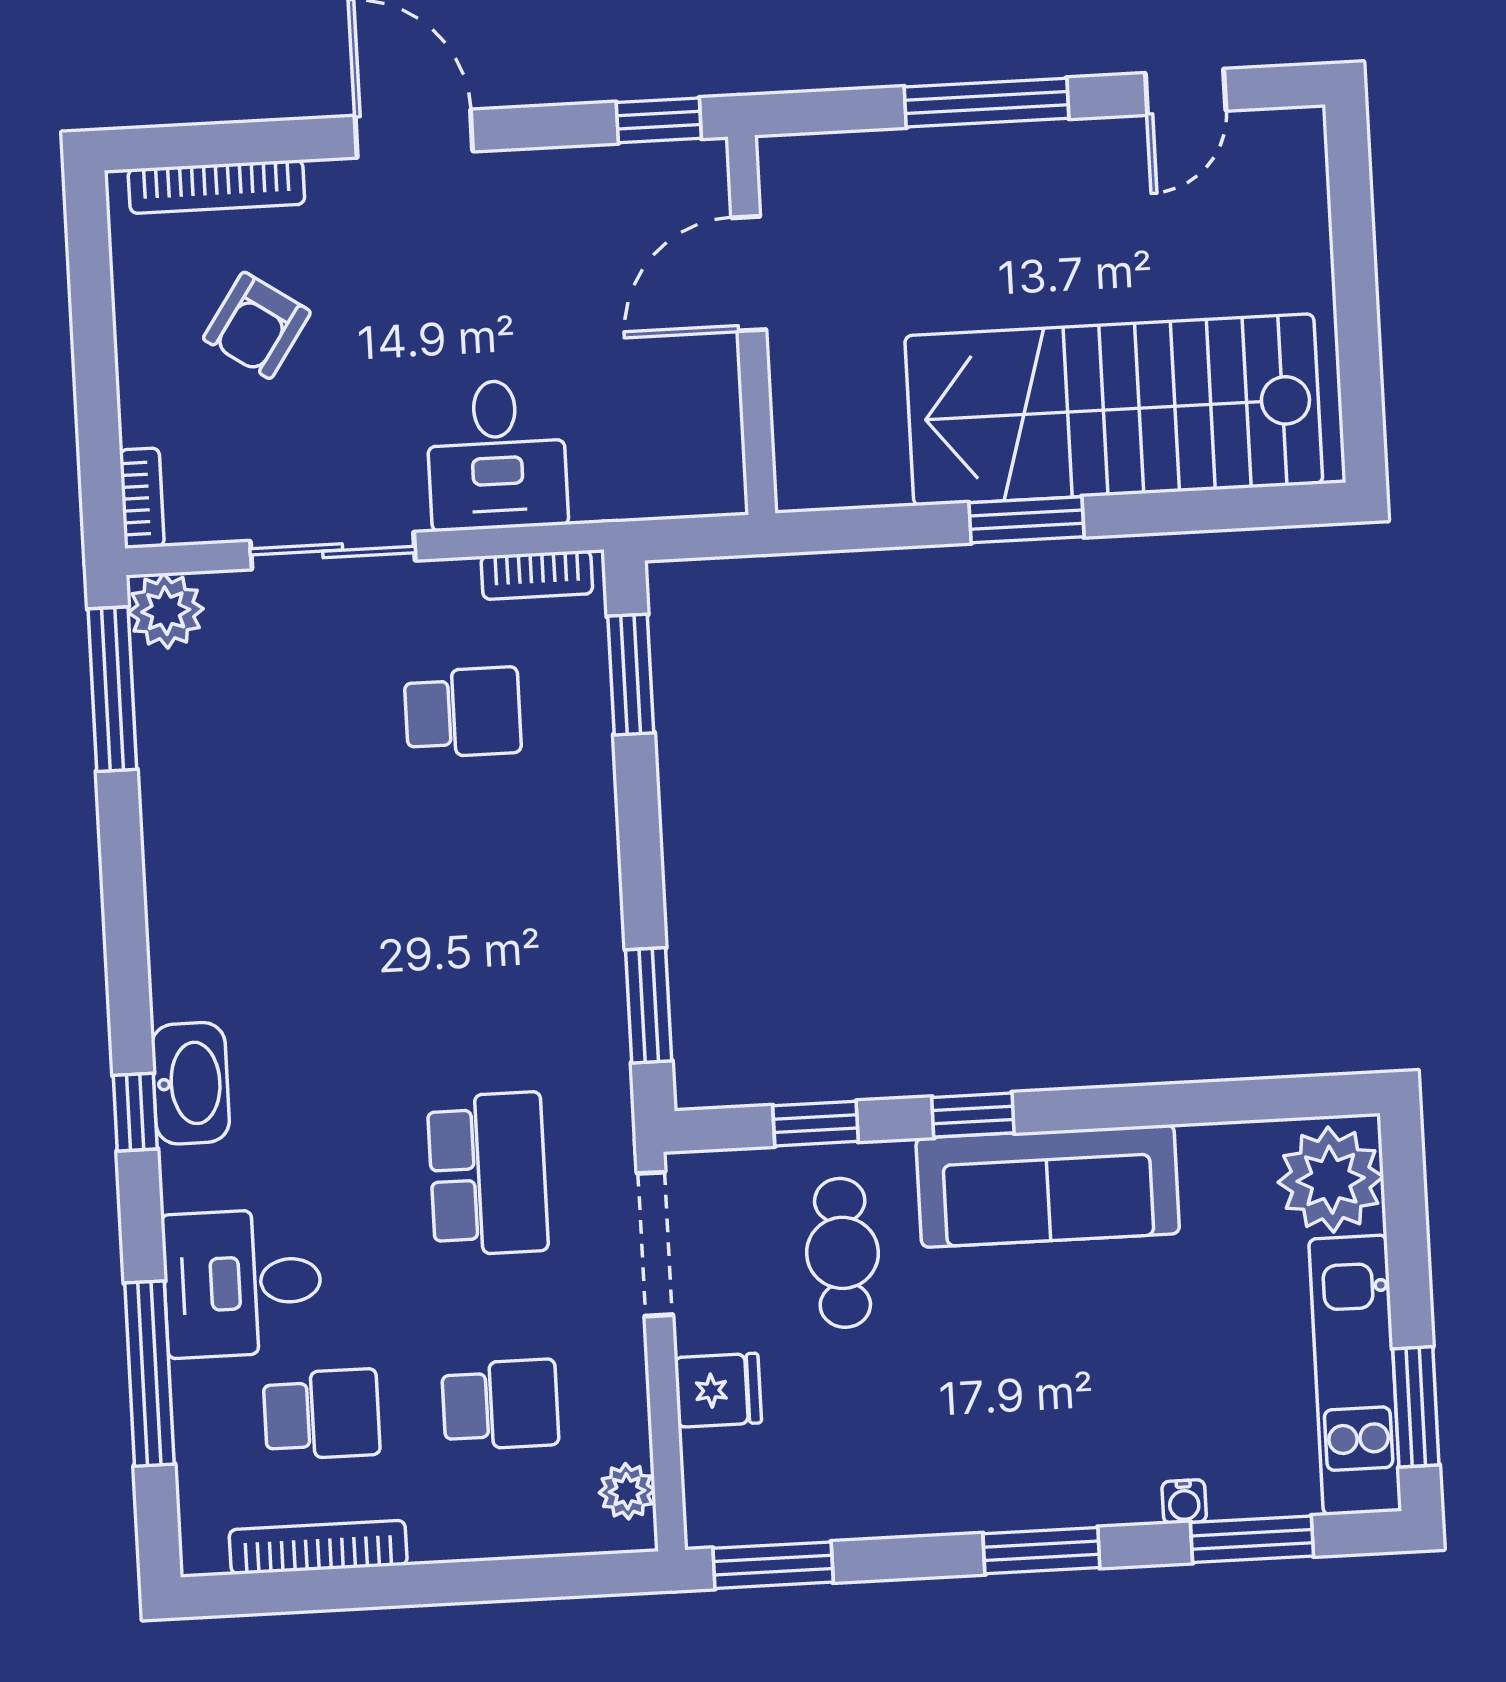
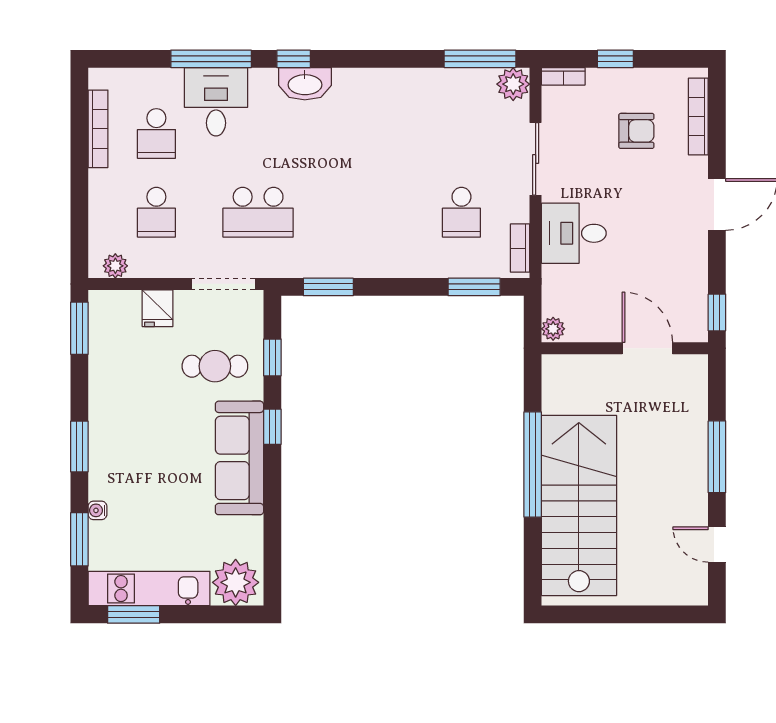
armchair: (257, 325) -> (636, 131), turned 146
window: (96, 382) -> (615, 59), added
plant: (716, 490) -> (553, 329), added
window: (1026, 520) -> (533, 464), width x2.11
window: (149, 1374) -> (211, 59), moved

